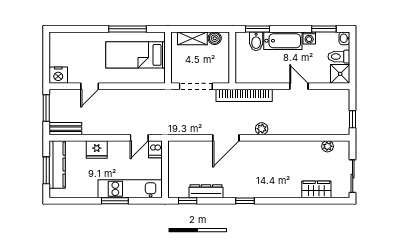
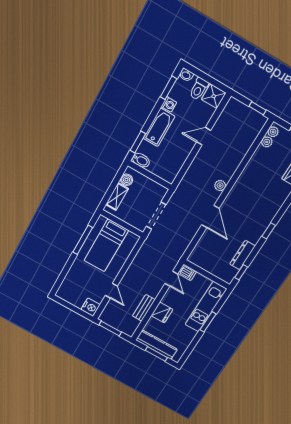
bidet: (256, 41) -> (141, 160), moved
bookcase: (244, 95) -> (185, 183), removed
bench: (65, 129) -> (144, 308), moved
plant: (340, 146) -> (273, 132), added

